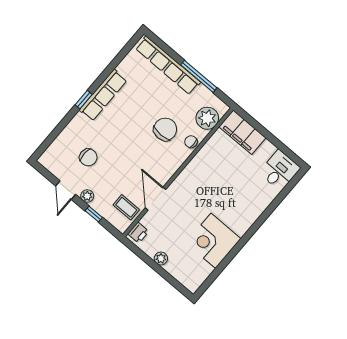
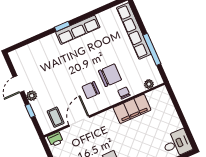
plant: (207, 118) -> (149, 84), width x0.53, depth x0.53
filing cabinet: (242, 132) -> (132, 109), moved, turned -90
chair: (88, 157) -> (91, 90), moved, turned 90

